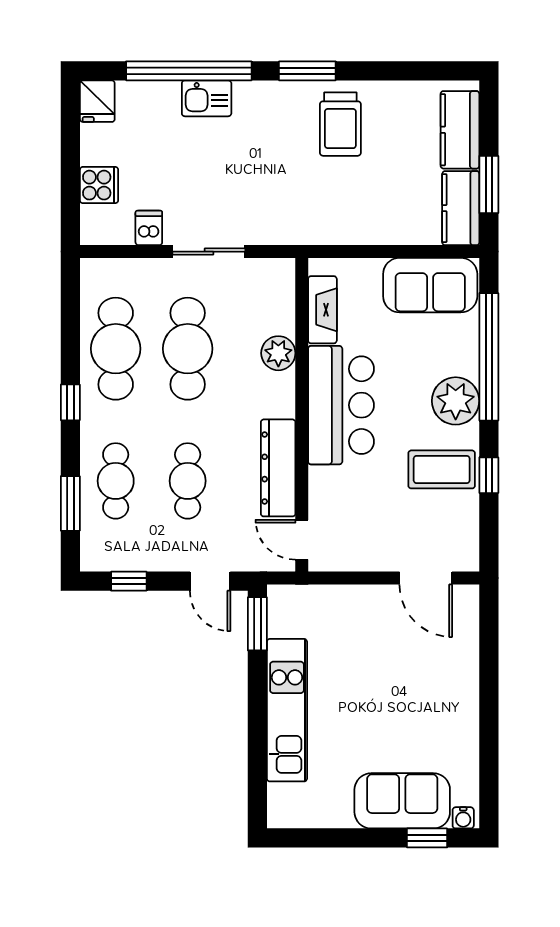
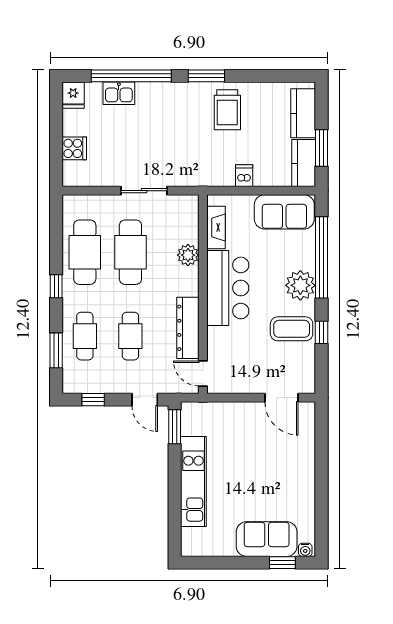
kitchen sink: (207, 98) -> (119, 93), moved
dishwasher: (149, 228) -> (244, 176), moved

